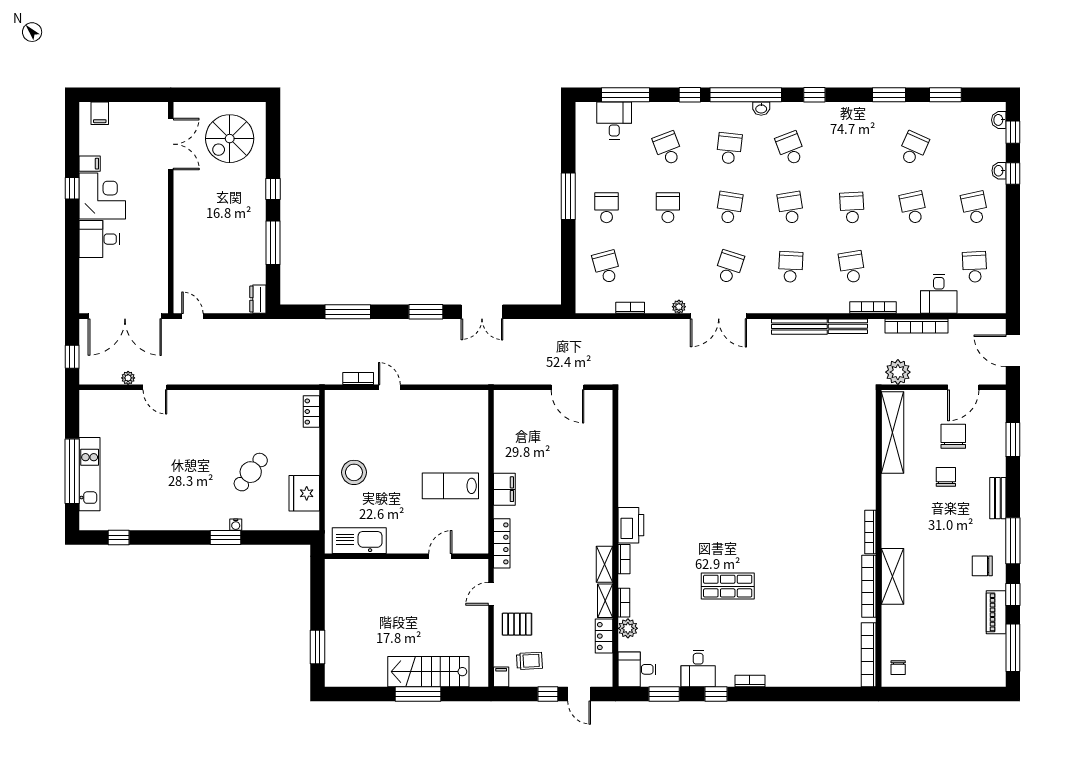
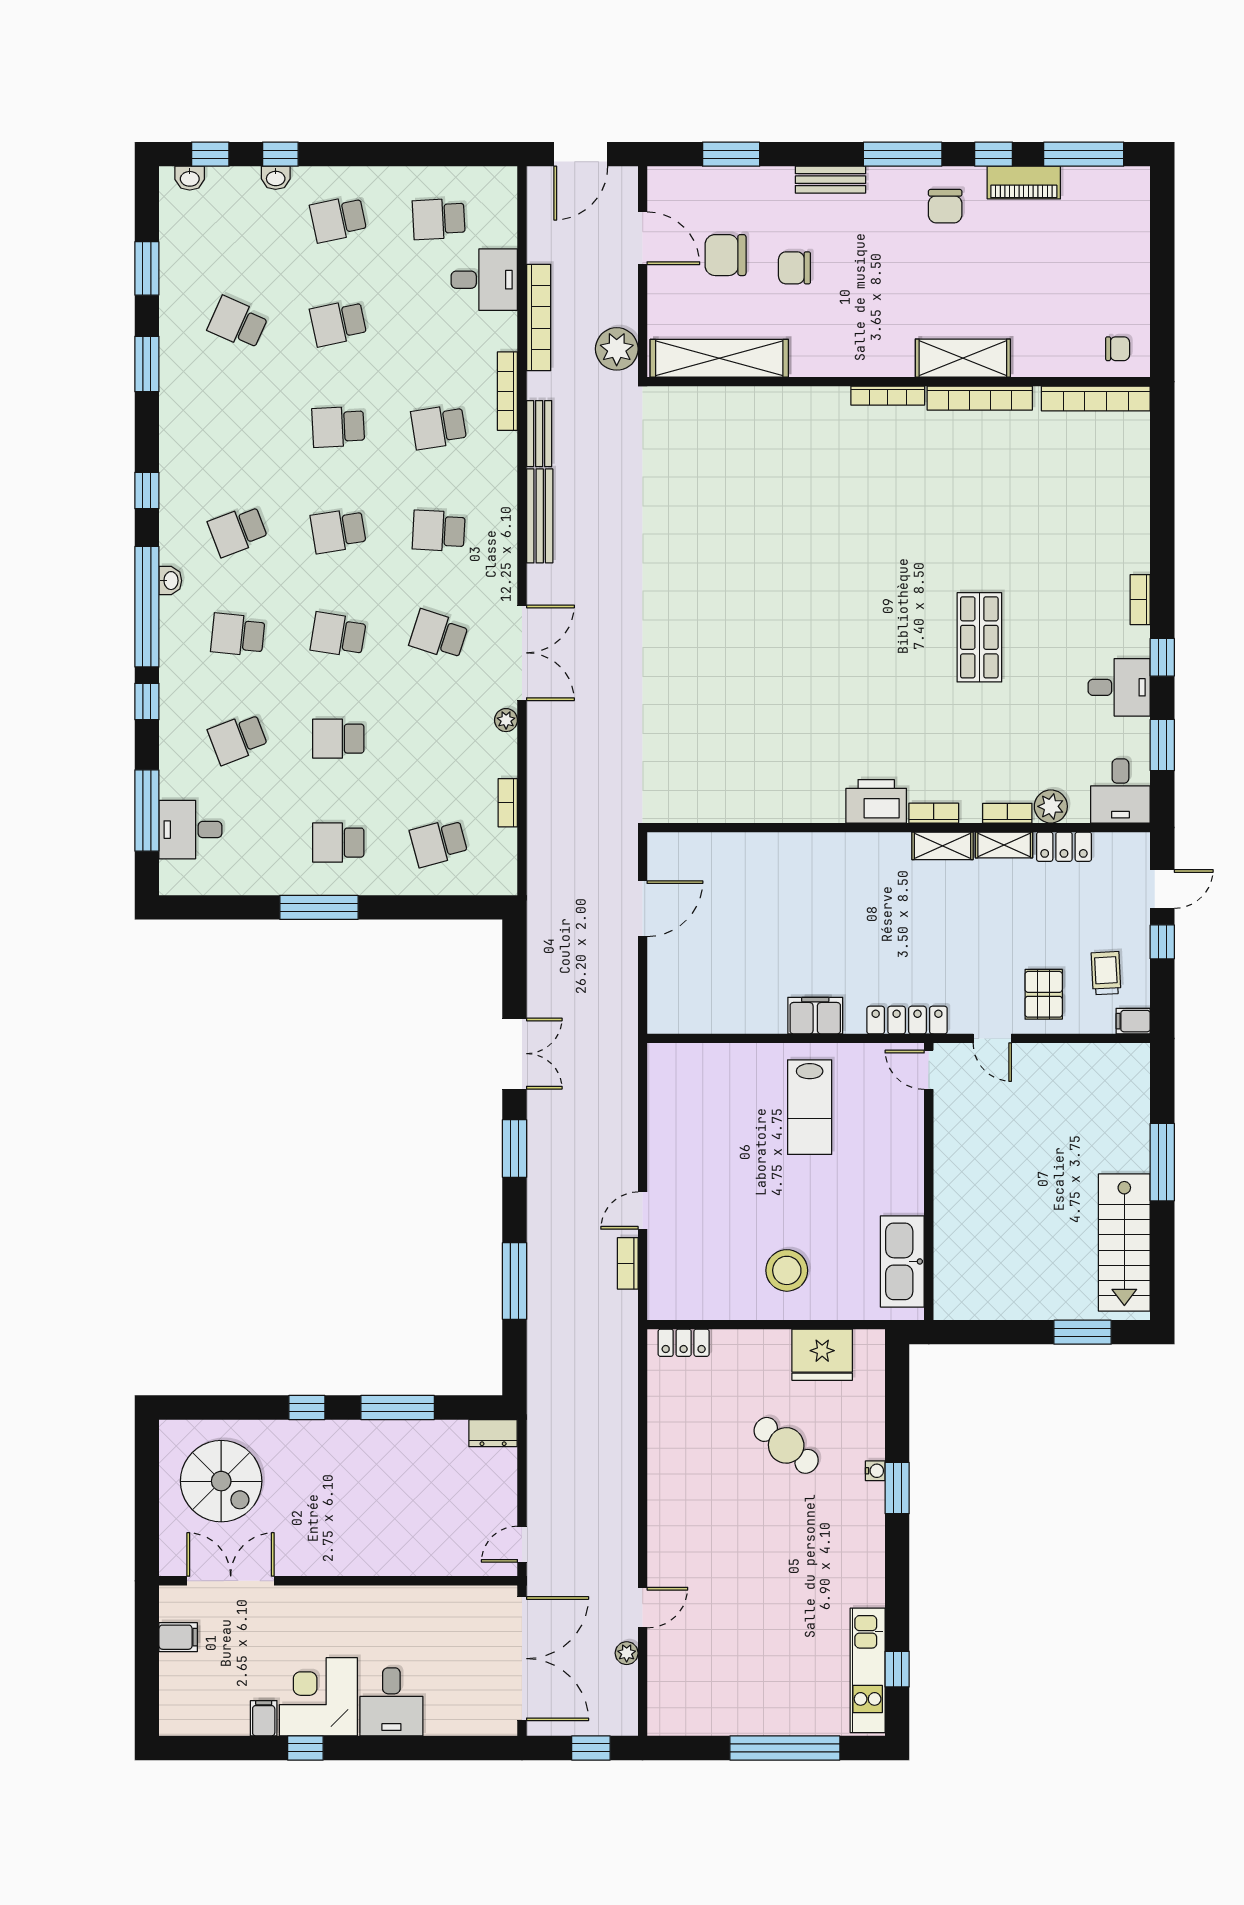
filing cabinet: (100, 113) -> (178, 1637), moved
kitchen unit: (90, 474) -> (868, 1670), moved, turned -90
door: (440, 556) -> (929, 1070), moved
stairs: (428, 672) -> (1124, 1243), moved

